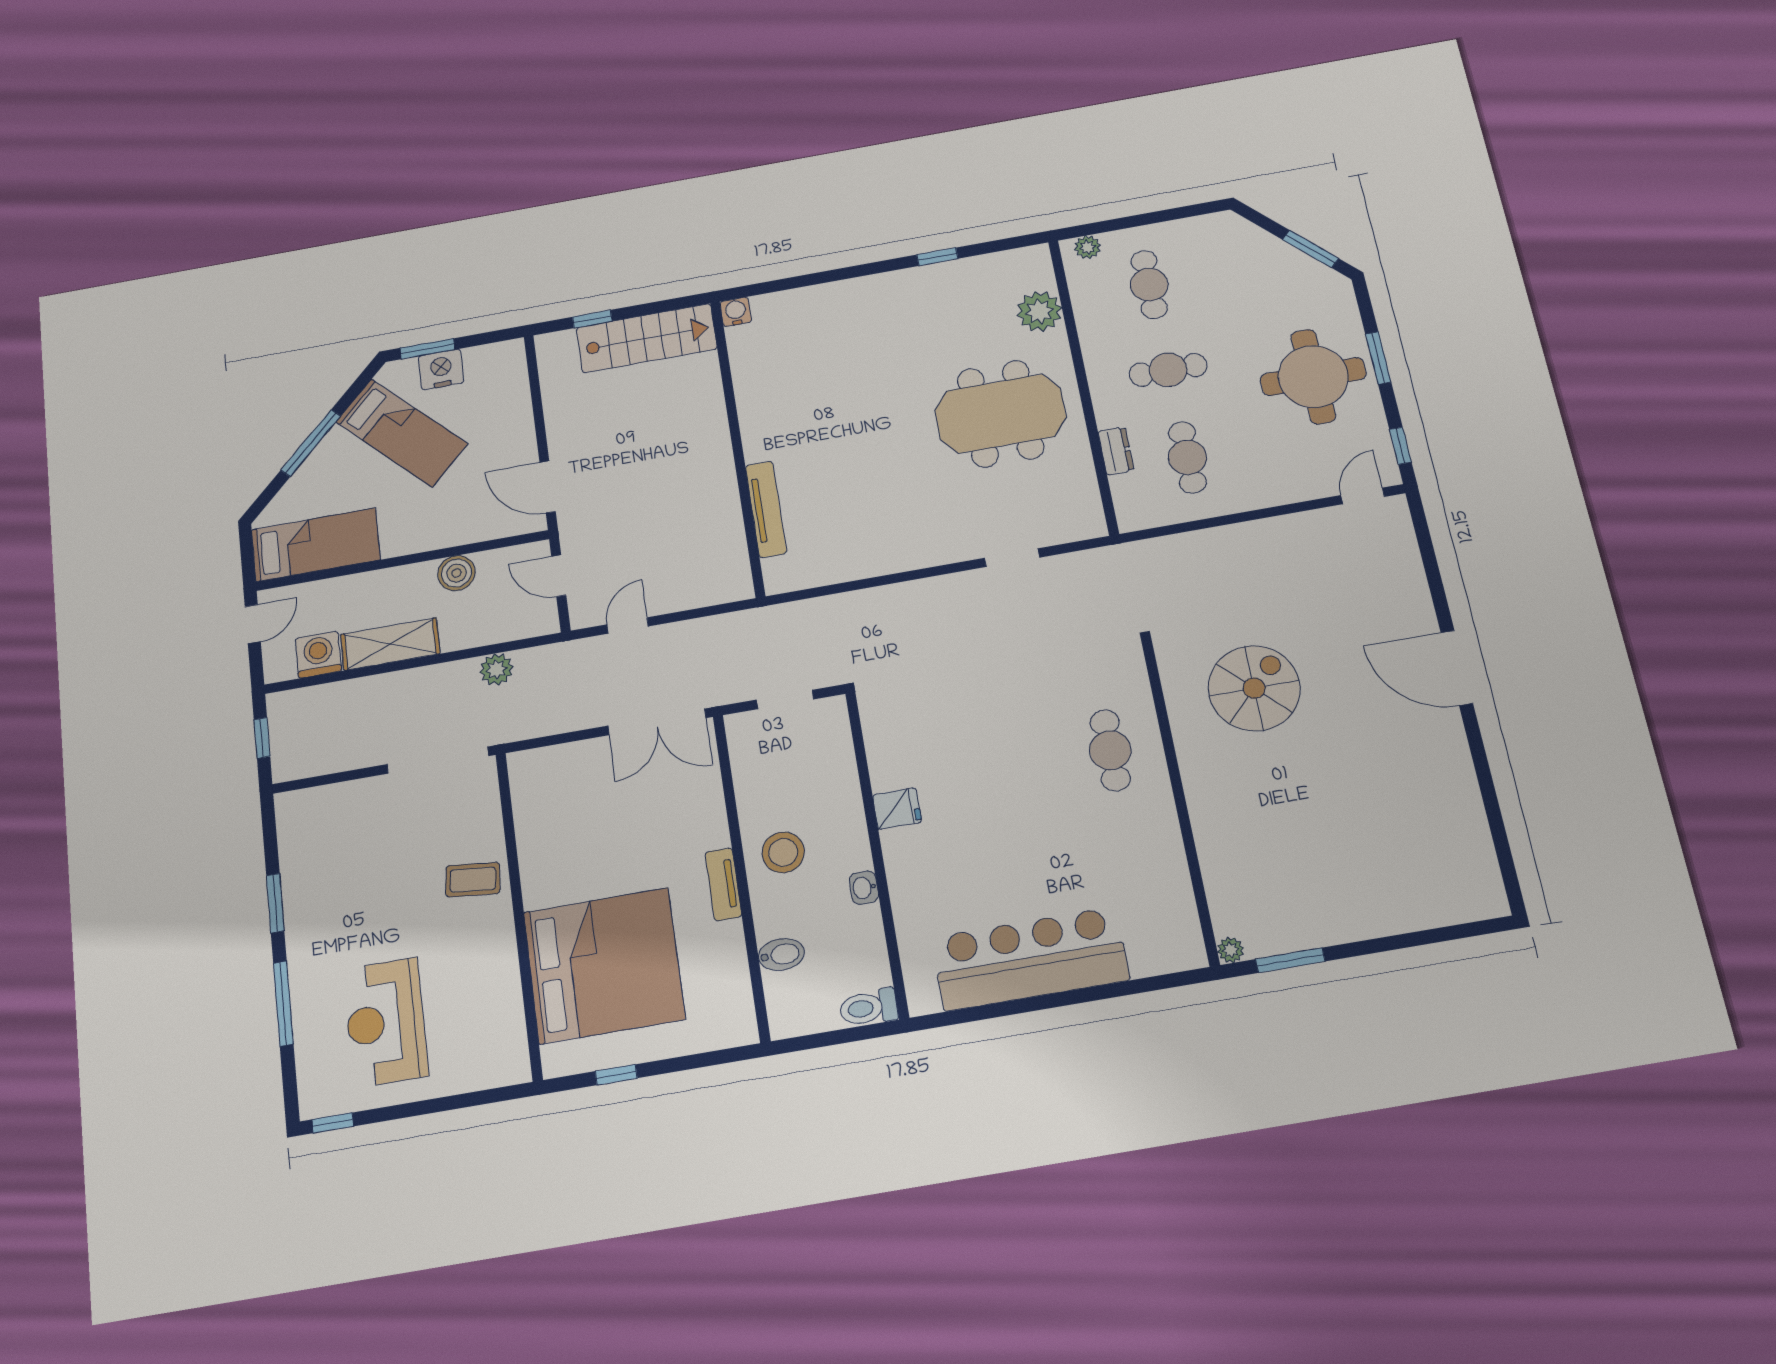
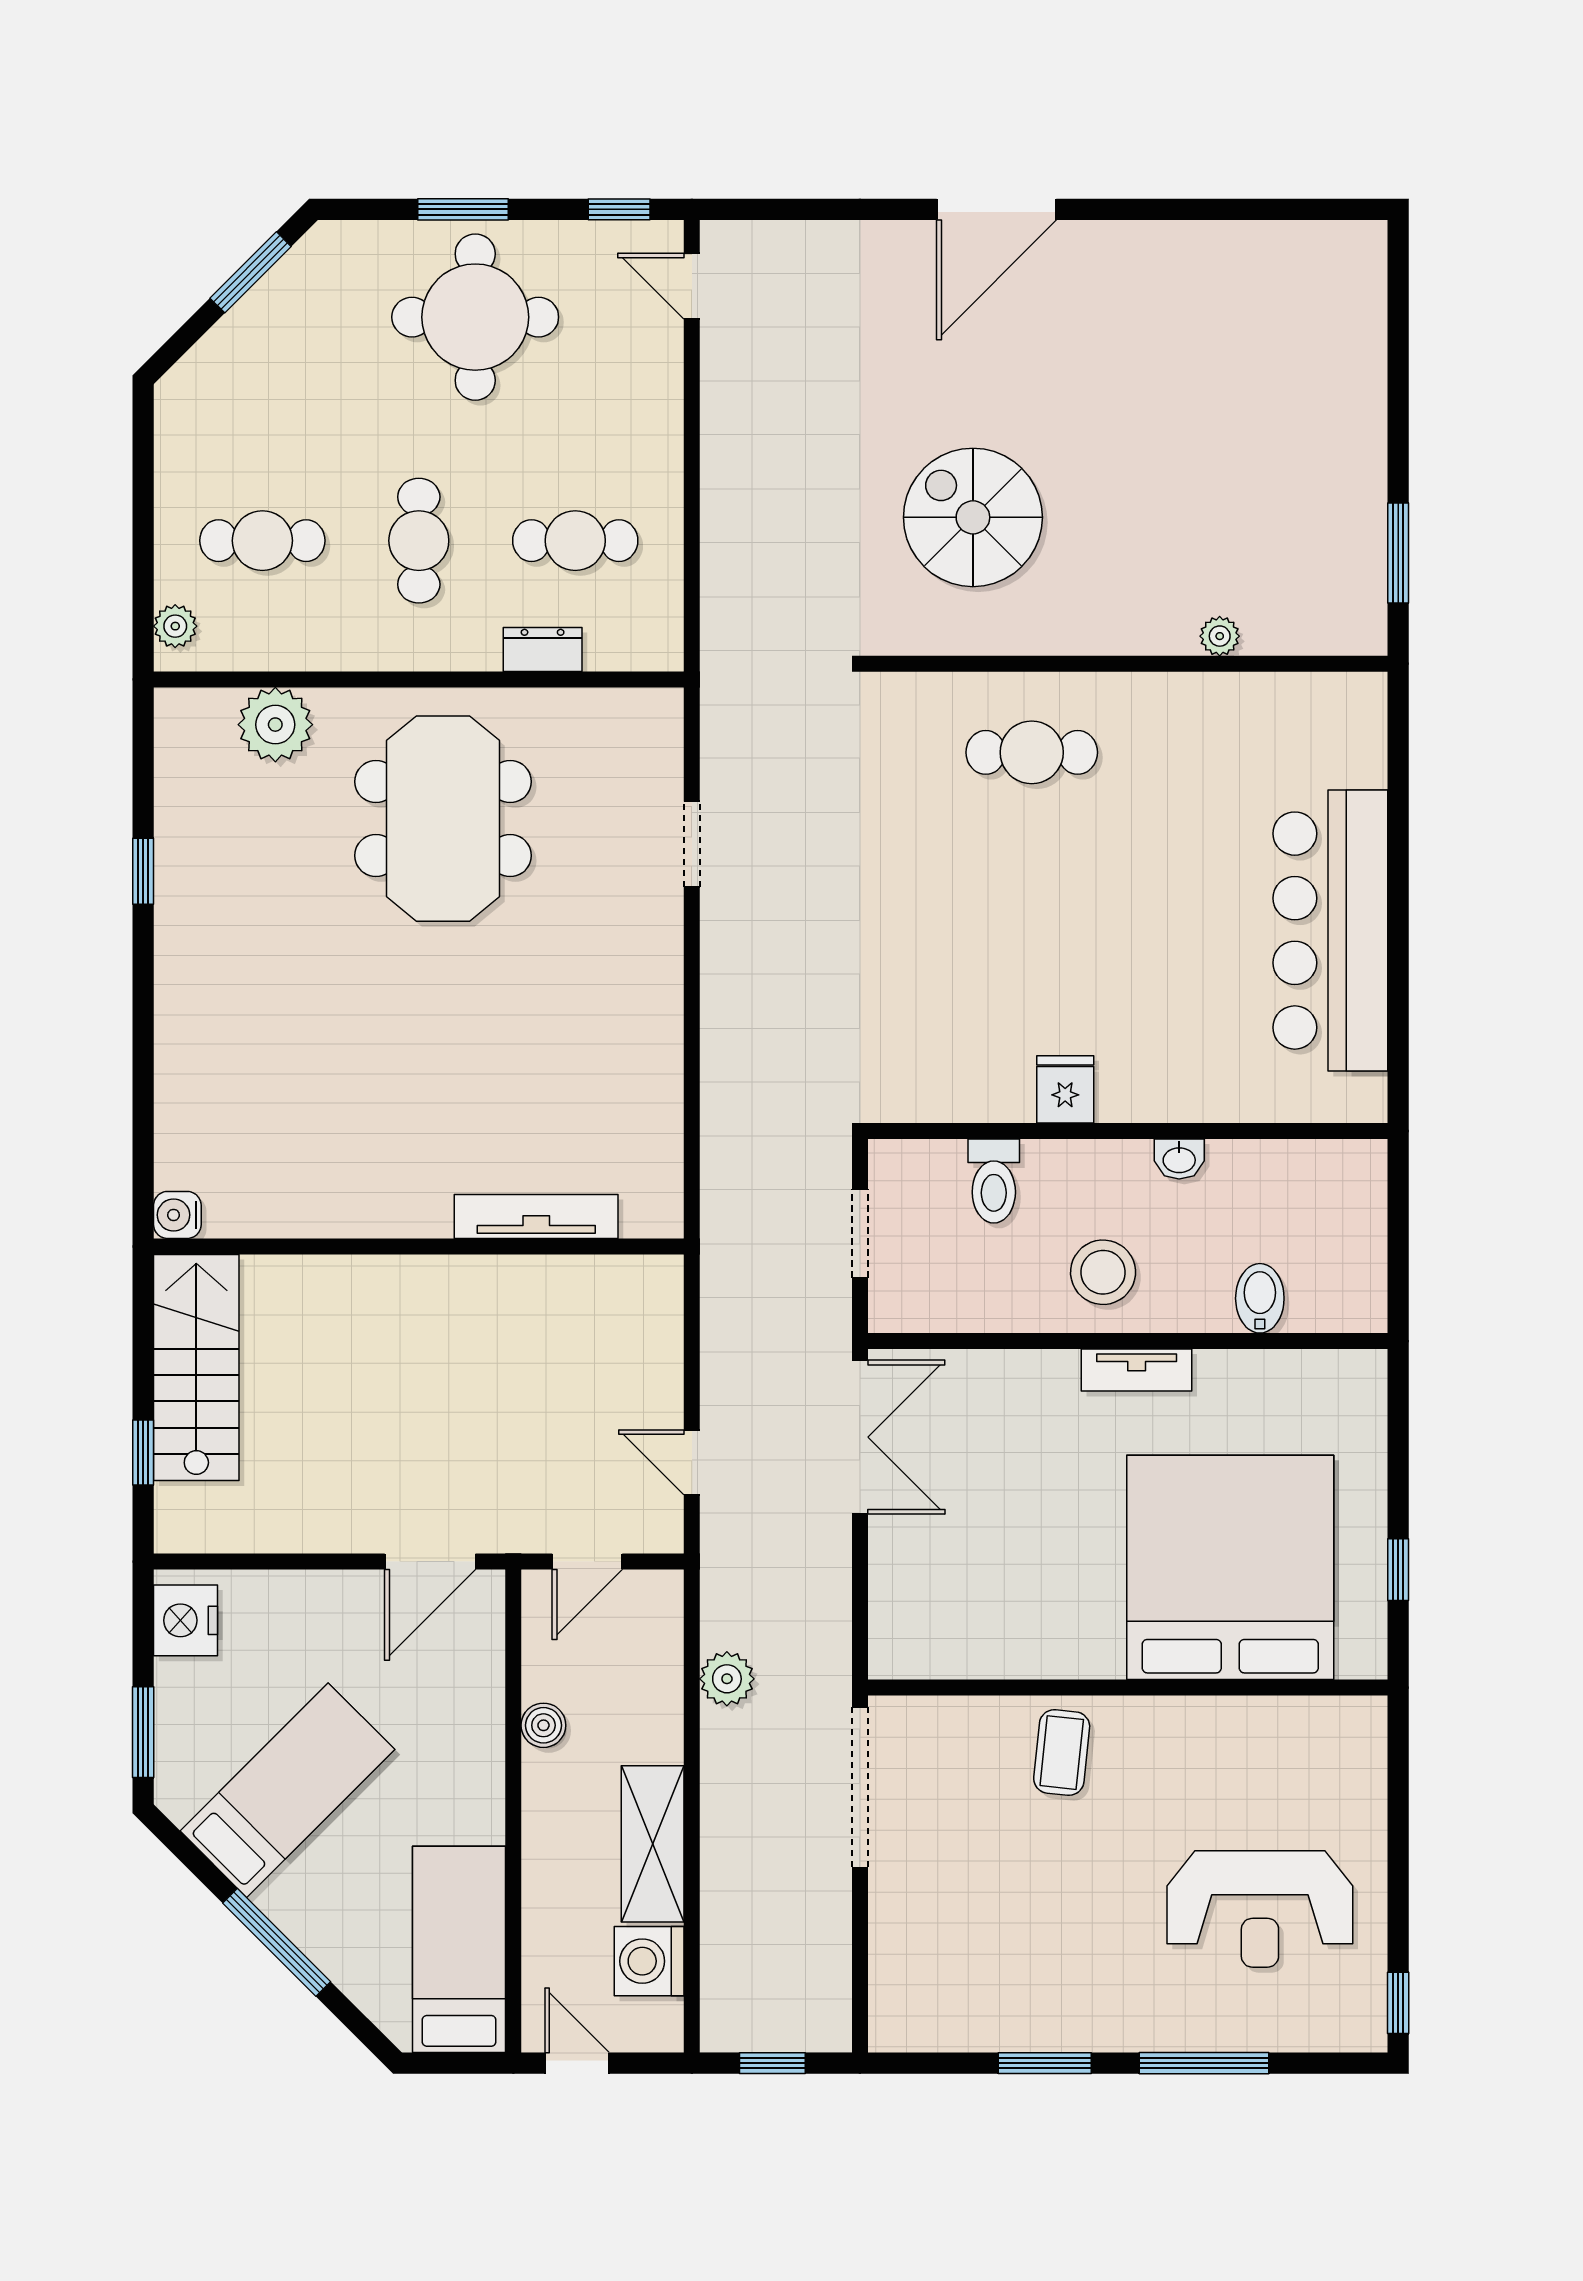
nightstand: (441, 369) -> (185, 1620), moved
boiler: (456, 573) -> (543, 1725), width x0.73, depth x0.73
plant: (1230, 950) -> (1220, 636), moved
toilet: (868, 1008) -> (994, 1181), moved

